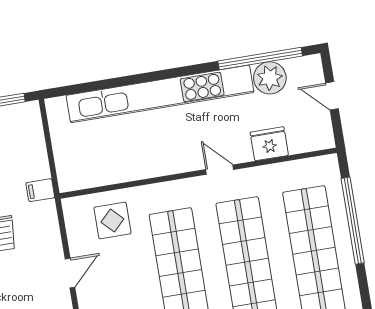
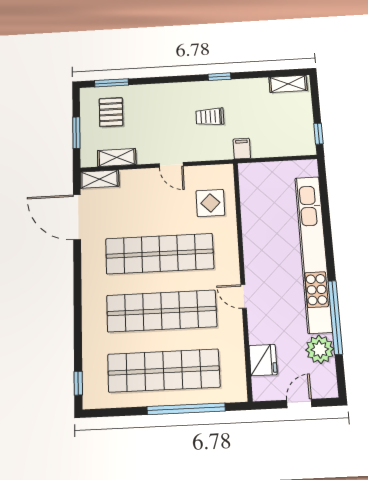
window: (260, 58) -> (335, 317), moved
fridge: (269, 144) -> (263, 360), moved
door: (220, 170) -> (244, 296), swing flipped

